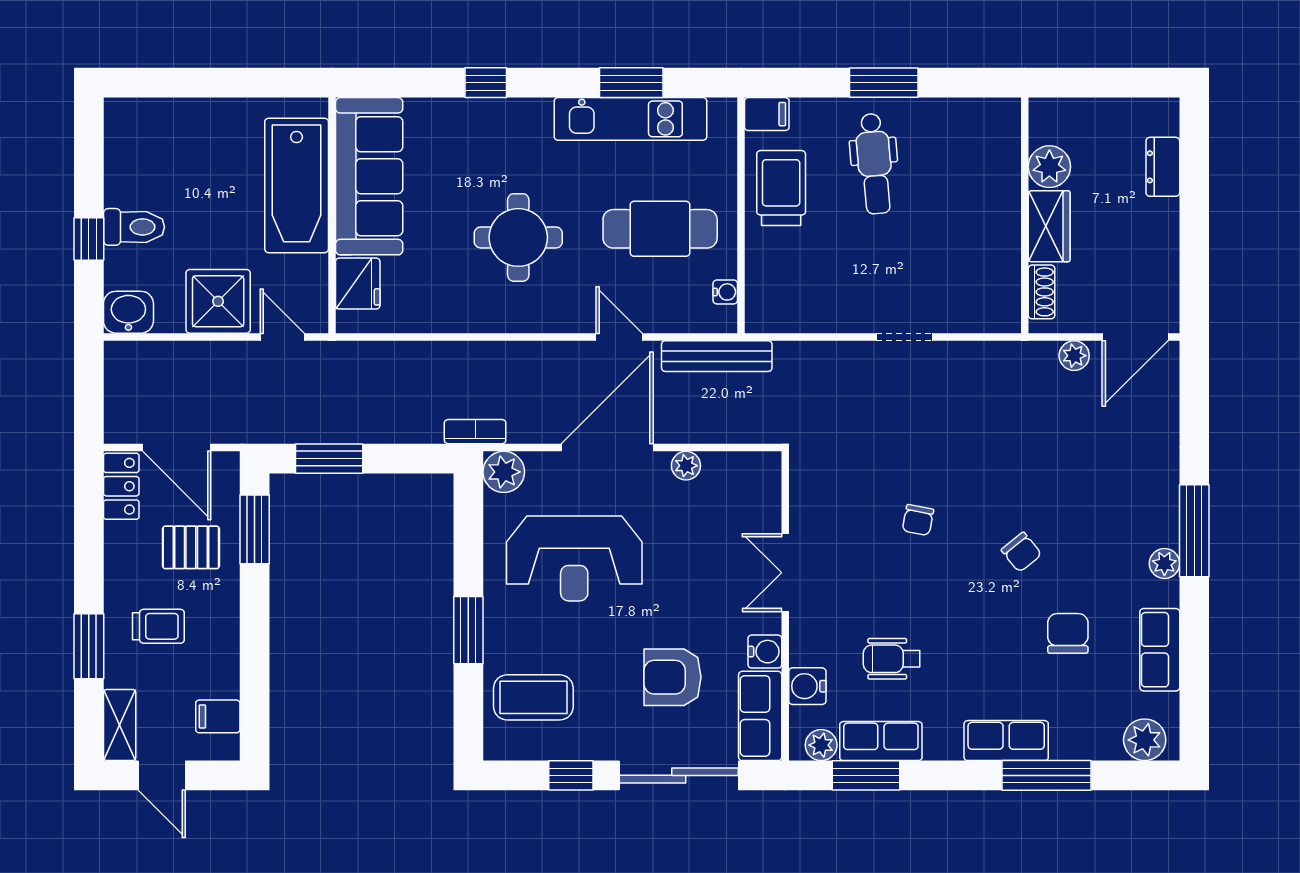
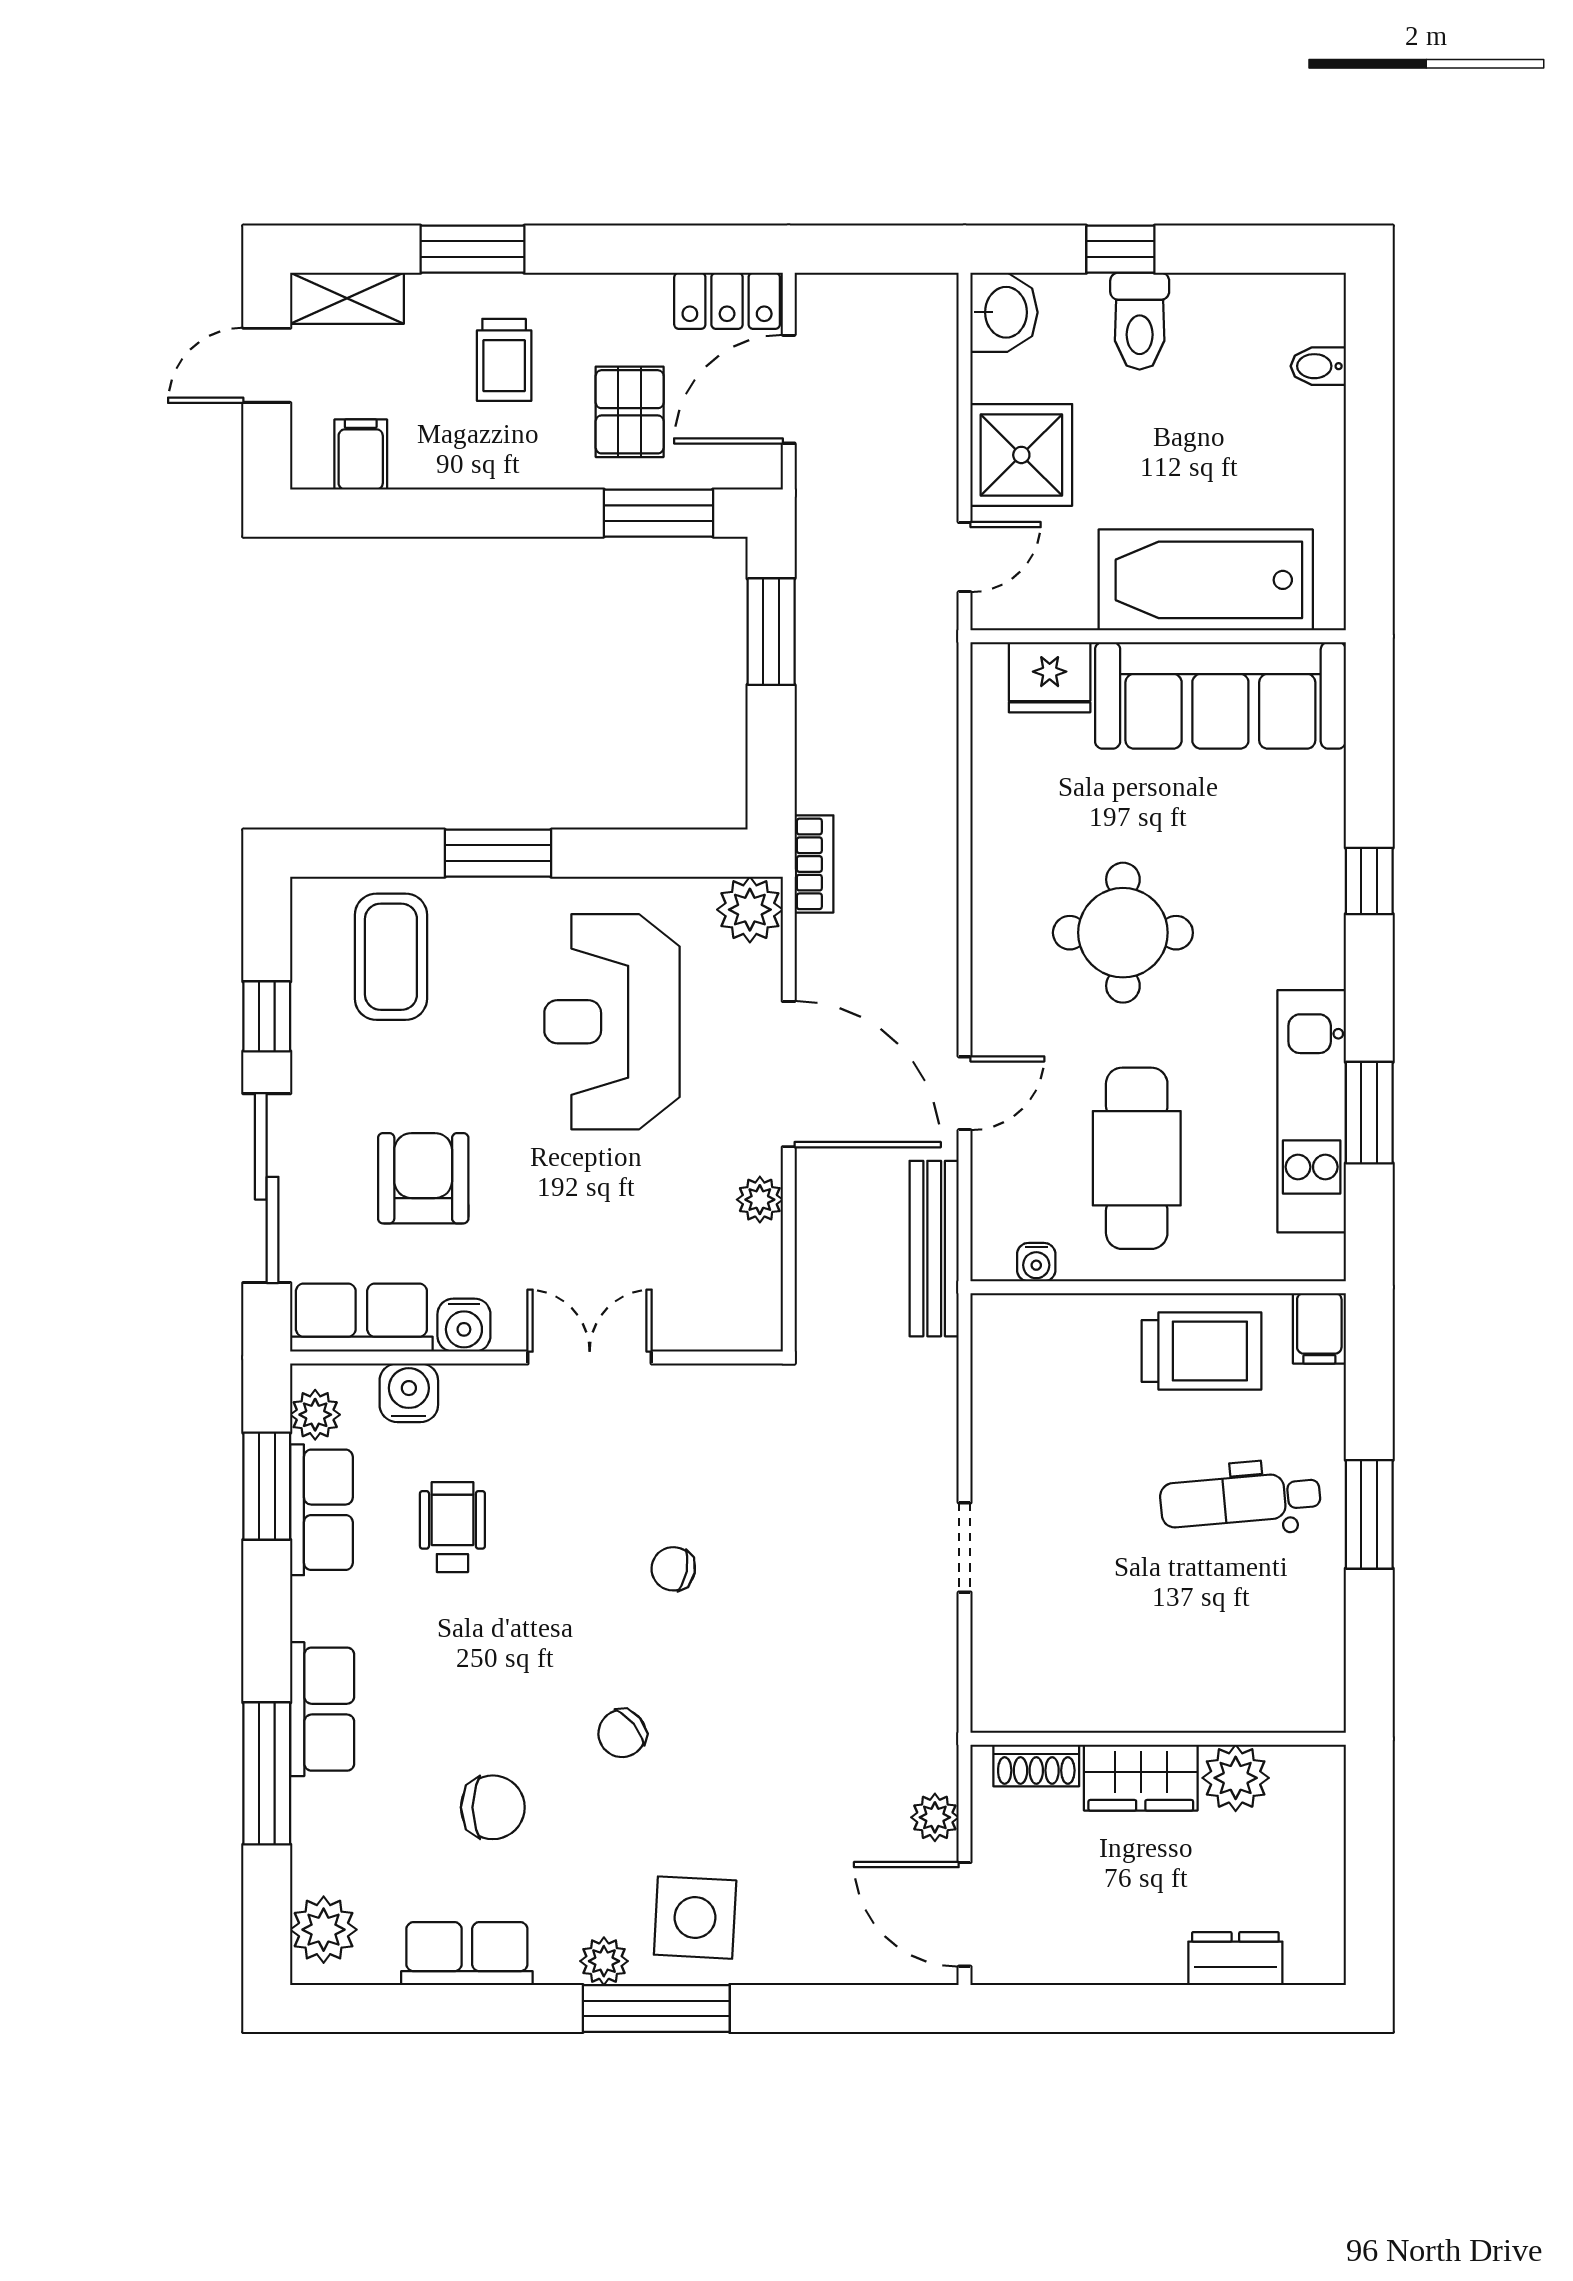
bidet: (162, 115) -> (1318, 366), added
side table: (1137, 506) -> (695, 1918), added

